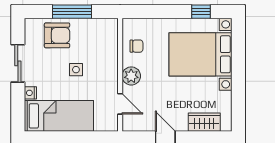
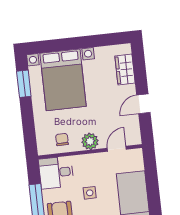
window: (201, 12) -> (24, 84), width x1.50
desk: (102, 36) -> (56, 173), added

